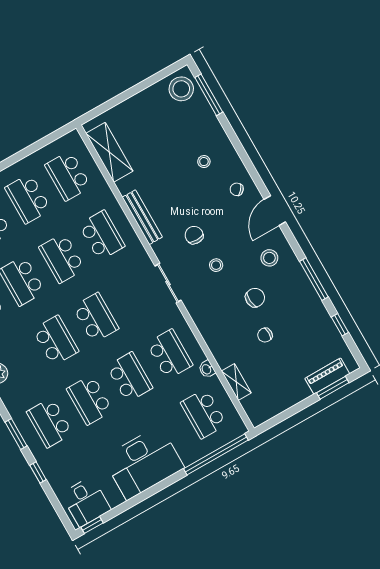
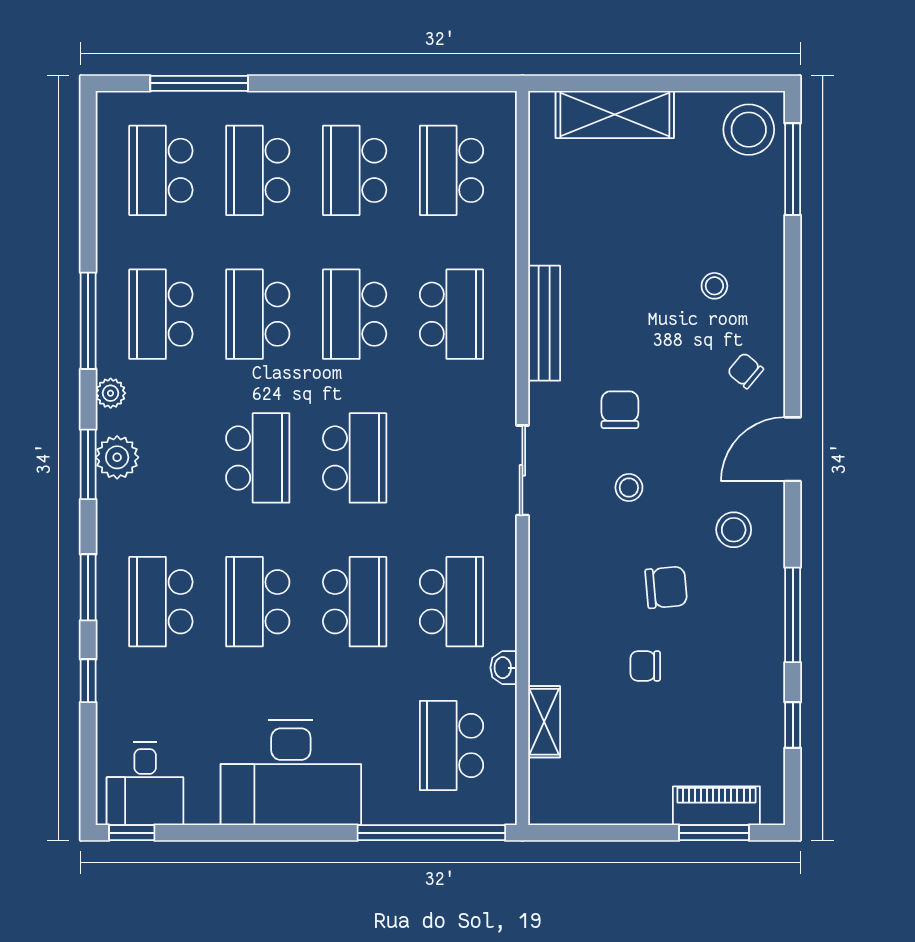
shelving: (109, 152) -> (615, 114), moved, turned 90

